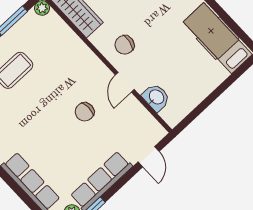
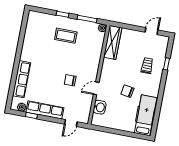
chair: (125, 45) -> (127, 91), moved

